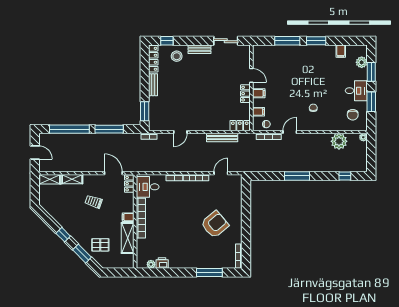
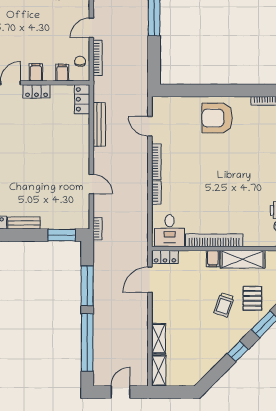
door: (290, 132) -> (91, 28), hinge flipped
trolley: (94, 202) -> (224, 305), moved
armchair: (215, 224) -> (217, 118), moved, turned -50

